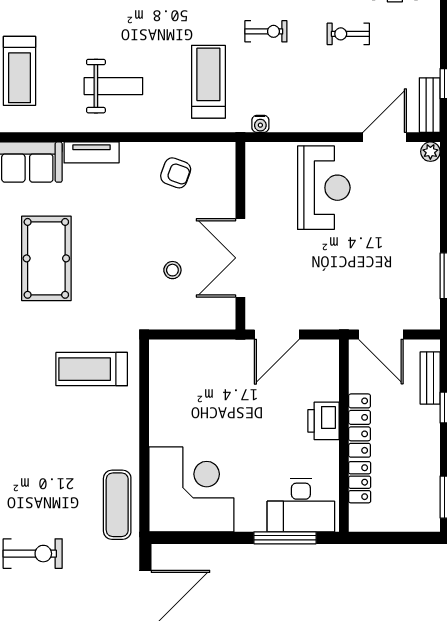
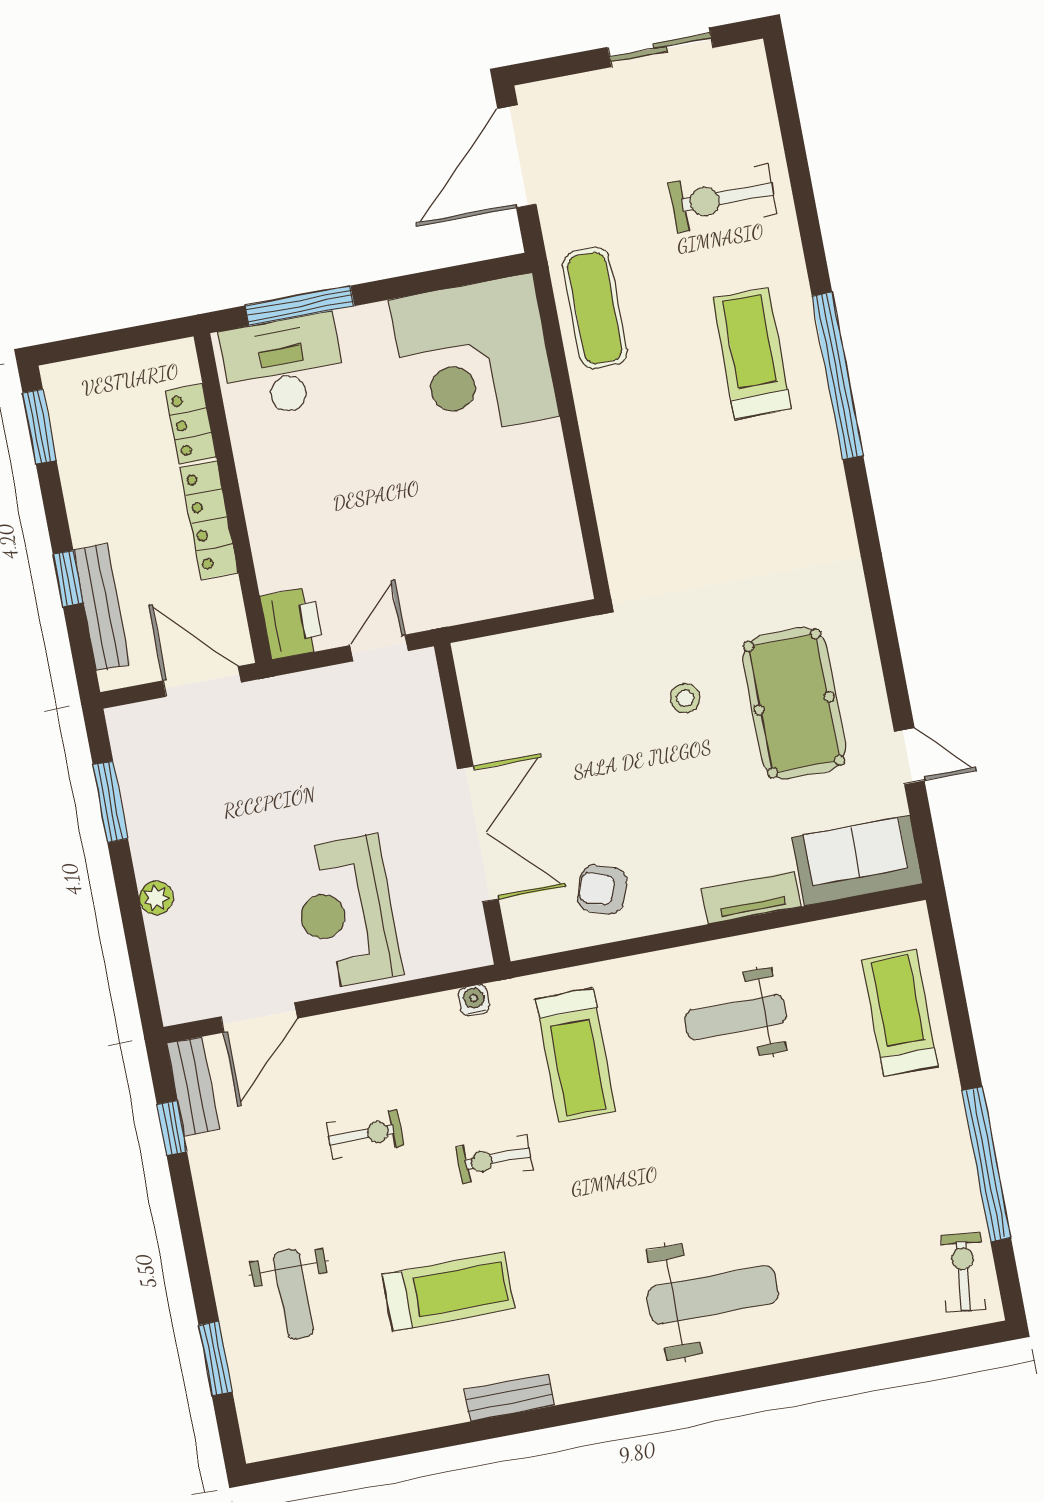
exercise bike: (348, 34) -> (365, 1134), moved
plant: (430, 152) -> (156, 898), moved
double door: (240, 258) -> (478, 834), moved
stool: (172, 270) -> (685, 698), moved
door: (277, 334) -> (379, 648), width x0.73
treadmill: (92, 369) -> (752, 353), moved, turned -90
bench: (430, 378) -> (102, 607), width x1.36
printer: (323, 421) -> (292, 623), moved

